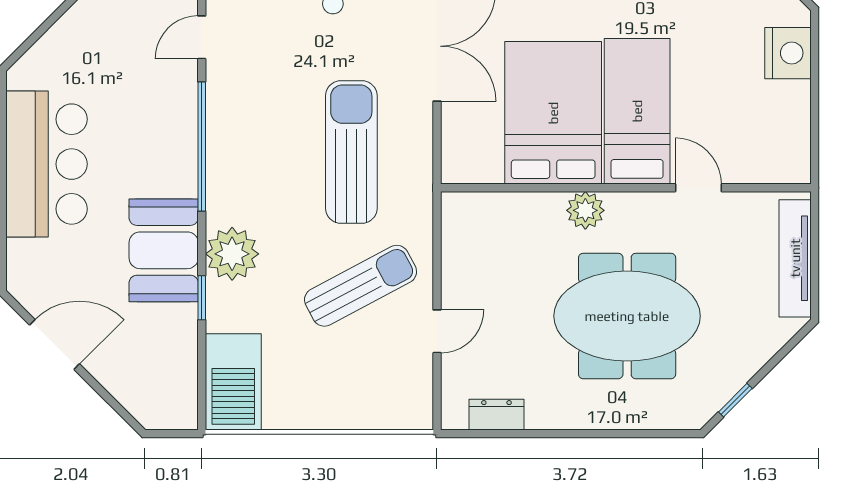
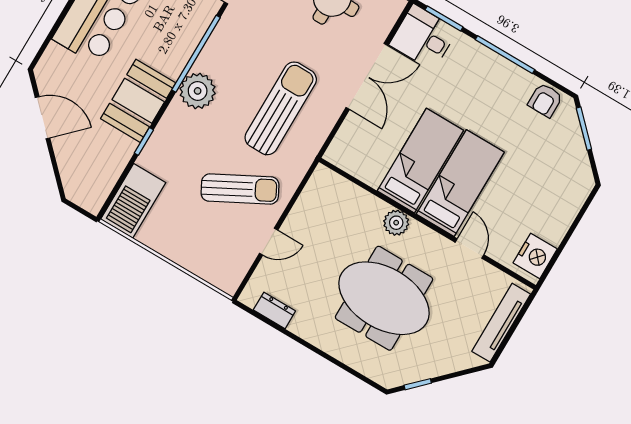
nightstand: (788, 53) -> (535, 256), moved
bed: (553, 113) -> (420, 161), width x0.67
plant: (232, 254) -> (198, 91), moved

